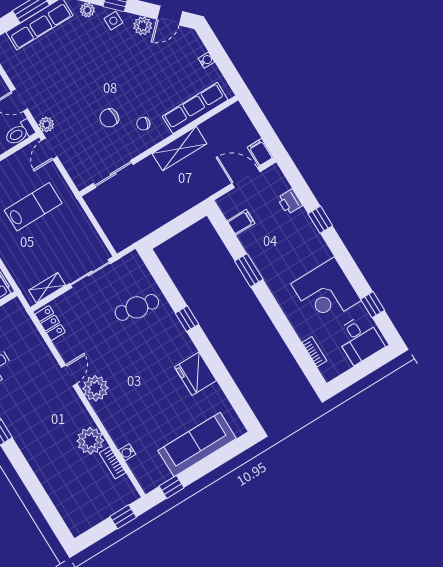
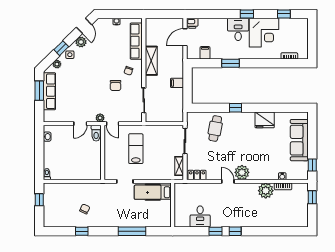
filing cabinet: (260, 152) -> (177, 83), moved
printer: (290, 202) -> (192, 23), moved
window: (320, 220) -> (247, 14), moved
desk: (359, 339) -> (238, 29), moved, turned -90

